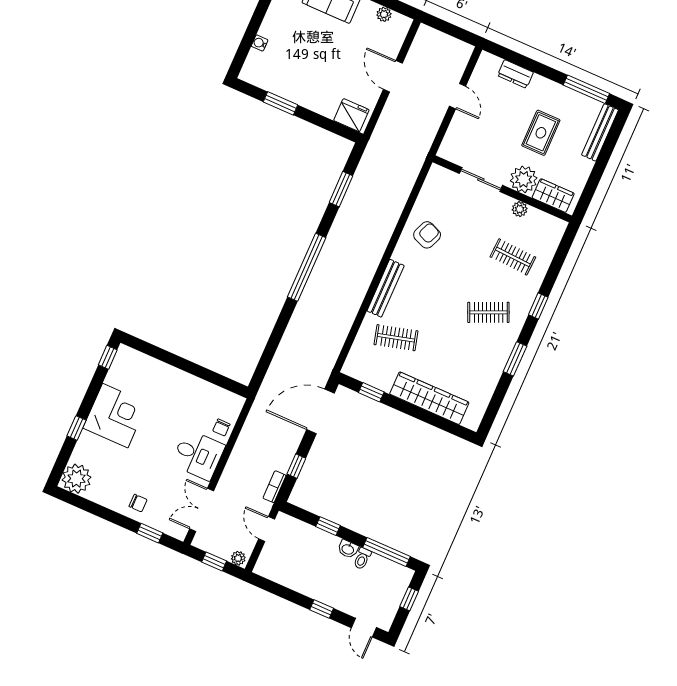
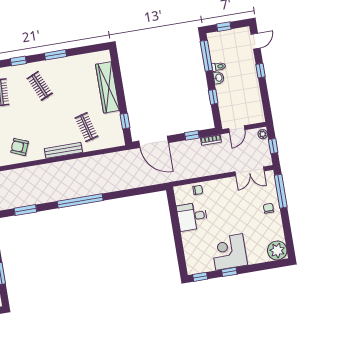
window: (77, 428) -> (229, 272), moved
desk: (198, 455) -> (192, 216), moved, turned -90
window: (150, 533) -> (281, 191), width x2.17

